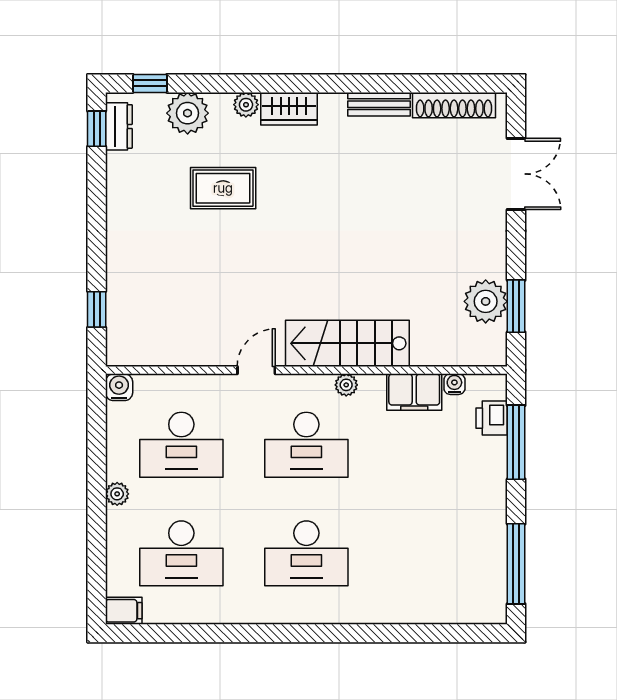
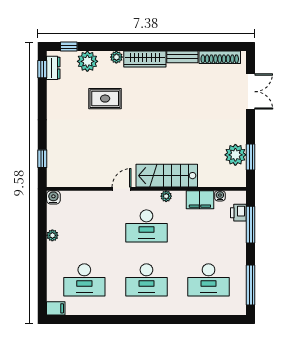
wardrobe: (289, 109) -> (145, 59), width x1.50
desk: (181, 445) -> (209, 280), moved
plant: (117, 494) -> (52, 235), moved

